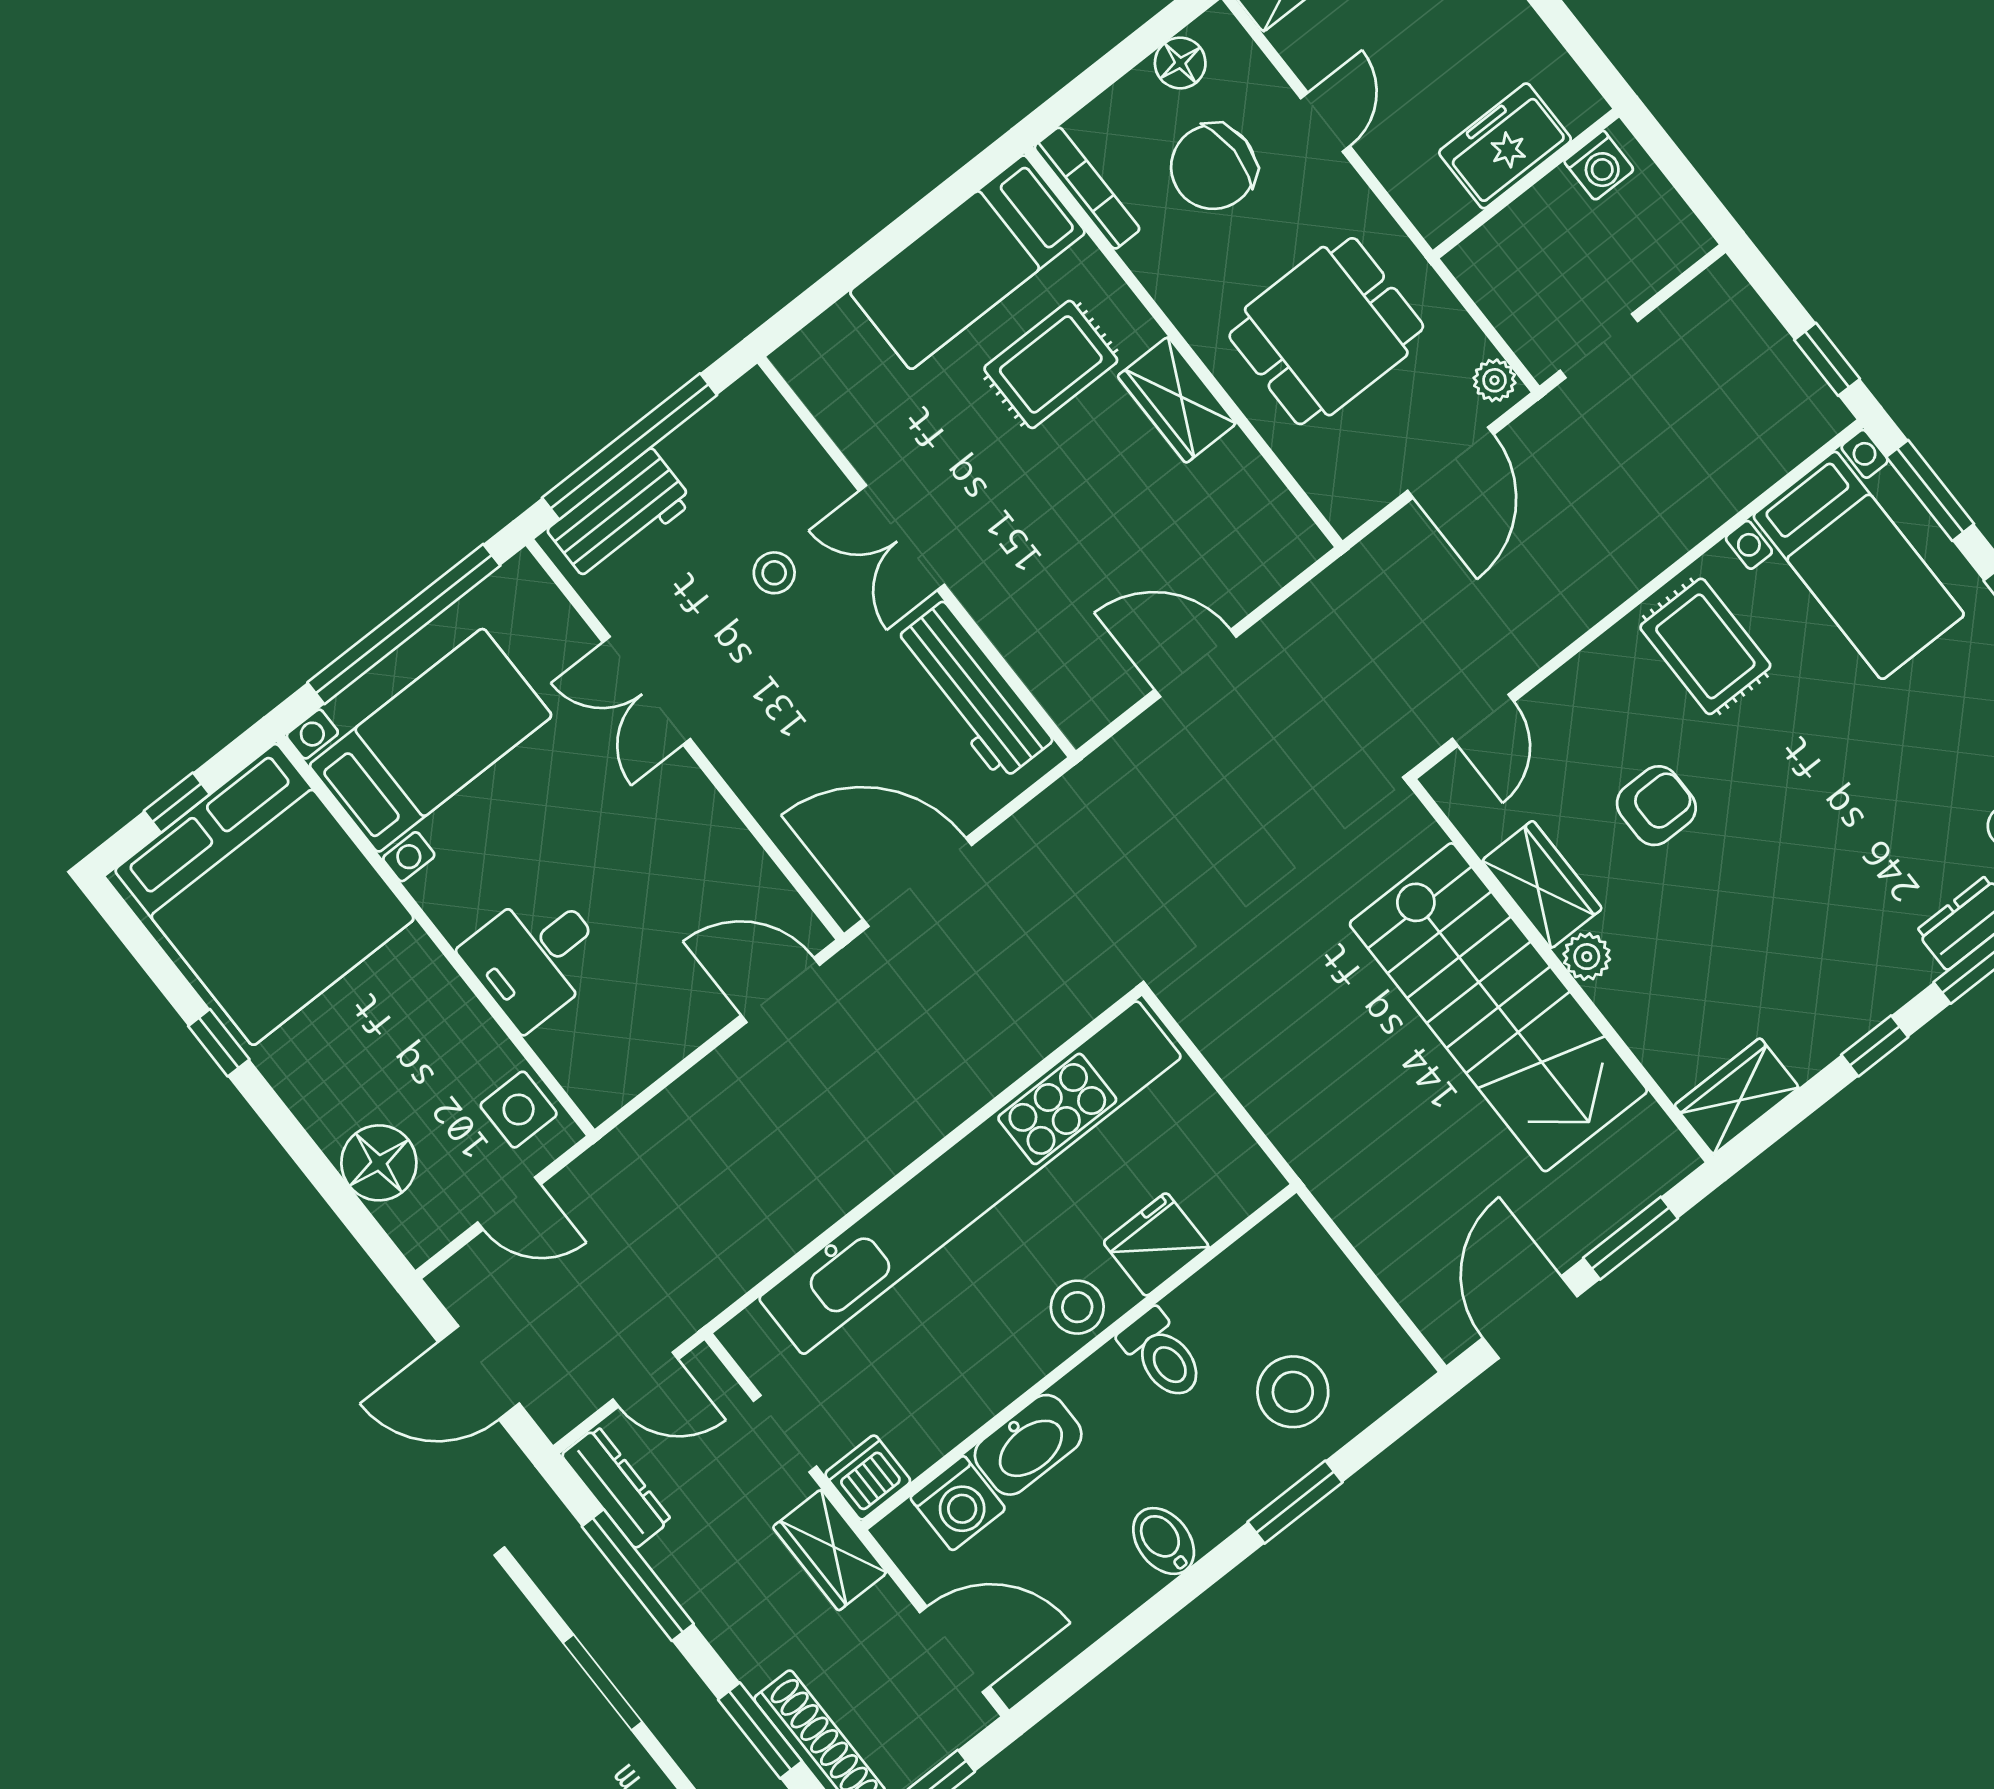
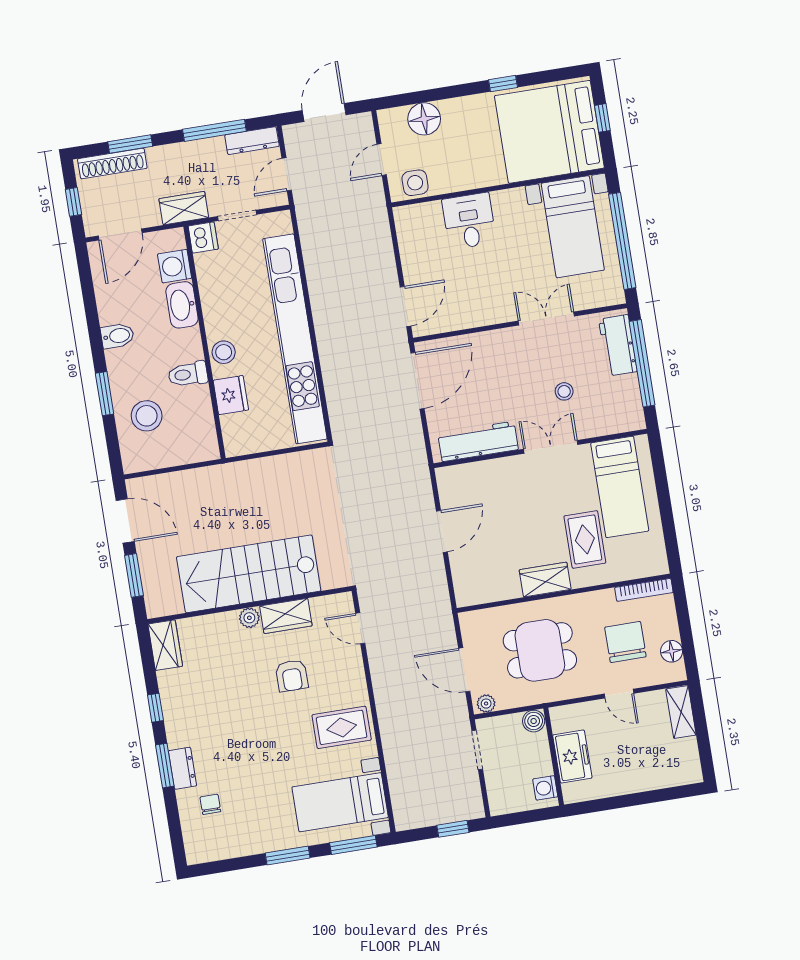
bed: (967, 262) -> (620, 487), moved, turned 180
boiler: (1477, 264) -> (534, 721), added
dining table: (1326, 331) -> (540, 650), turned 90
window: (1827, 359) -> (453, 829), moved

